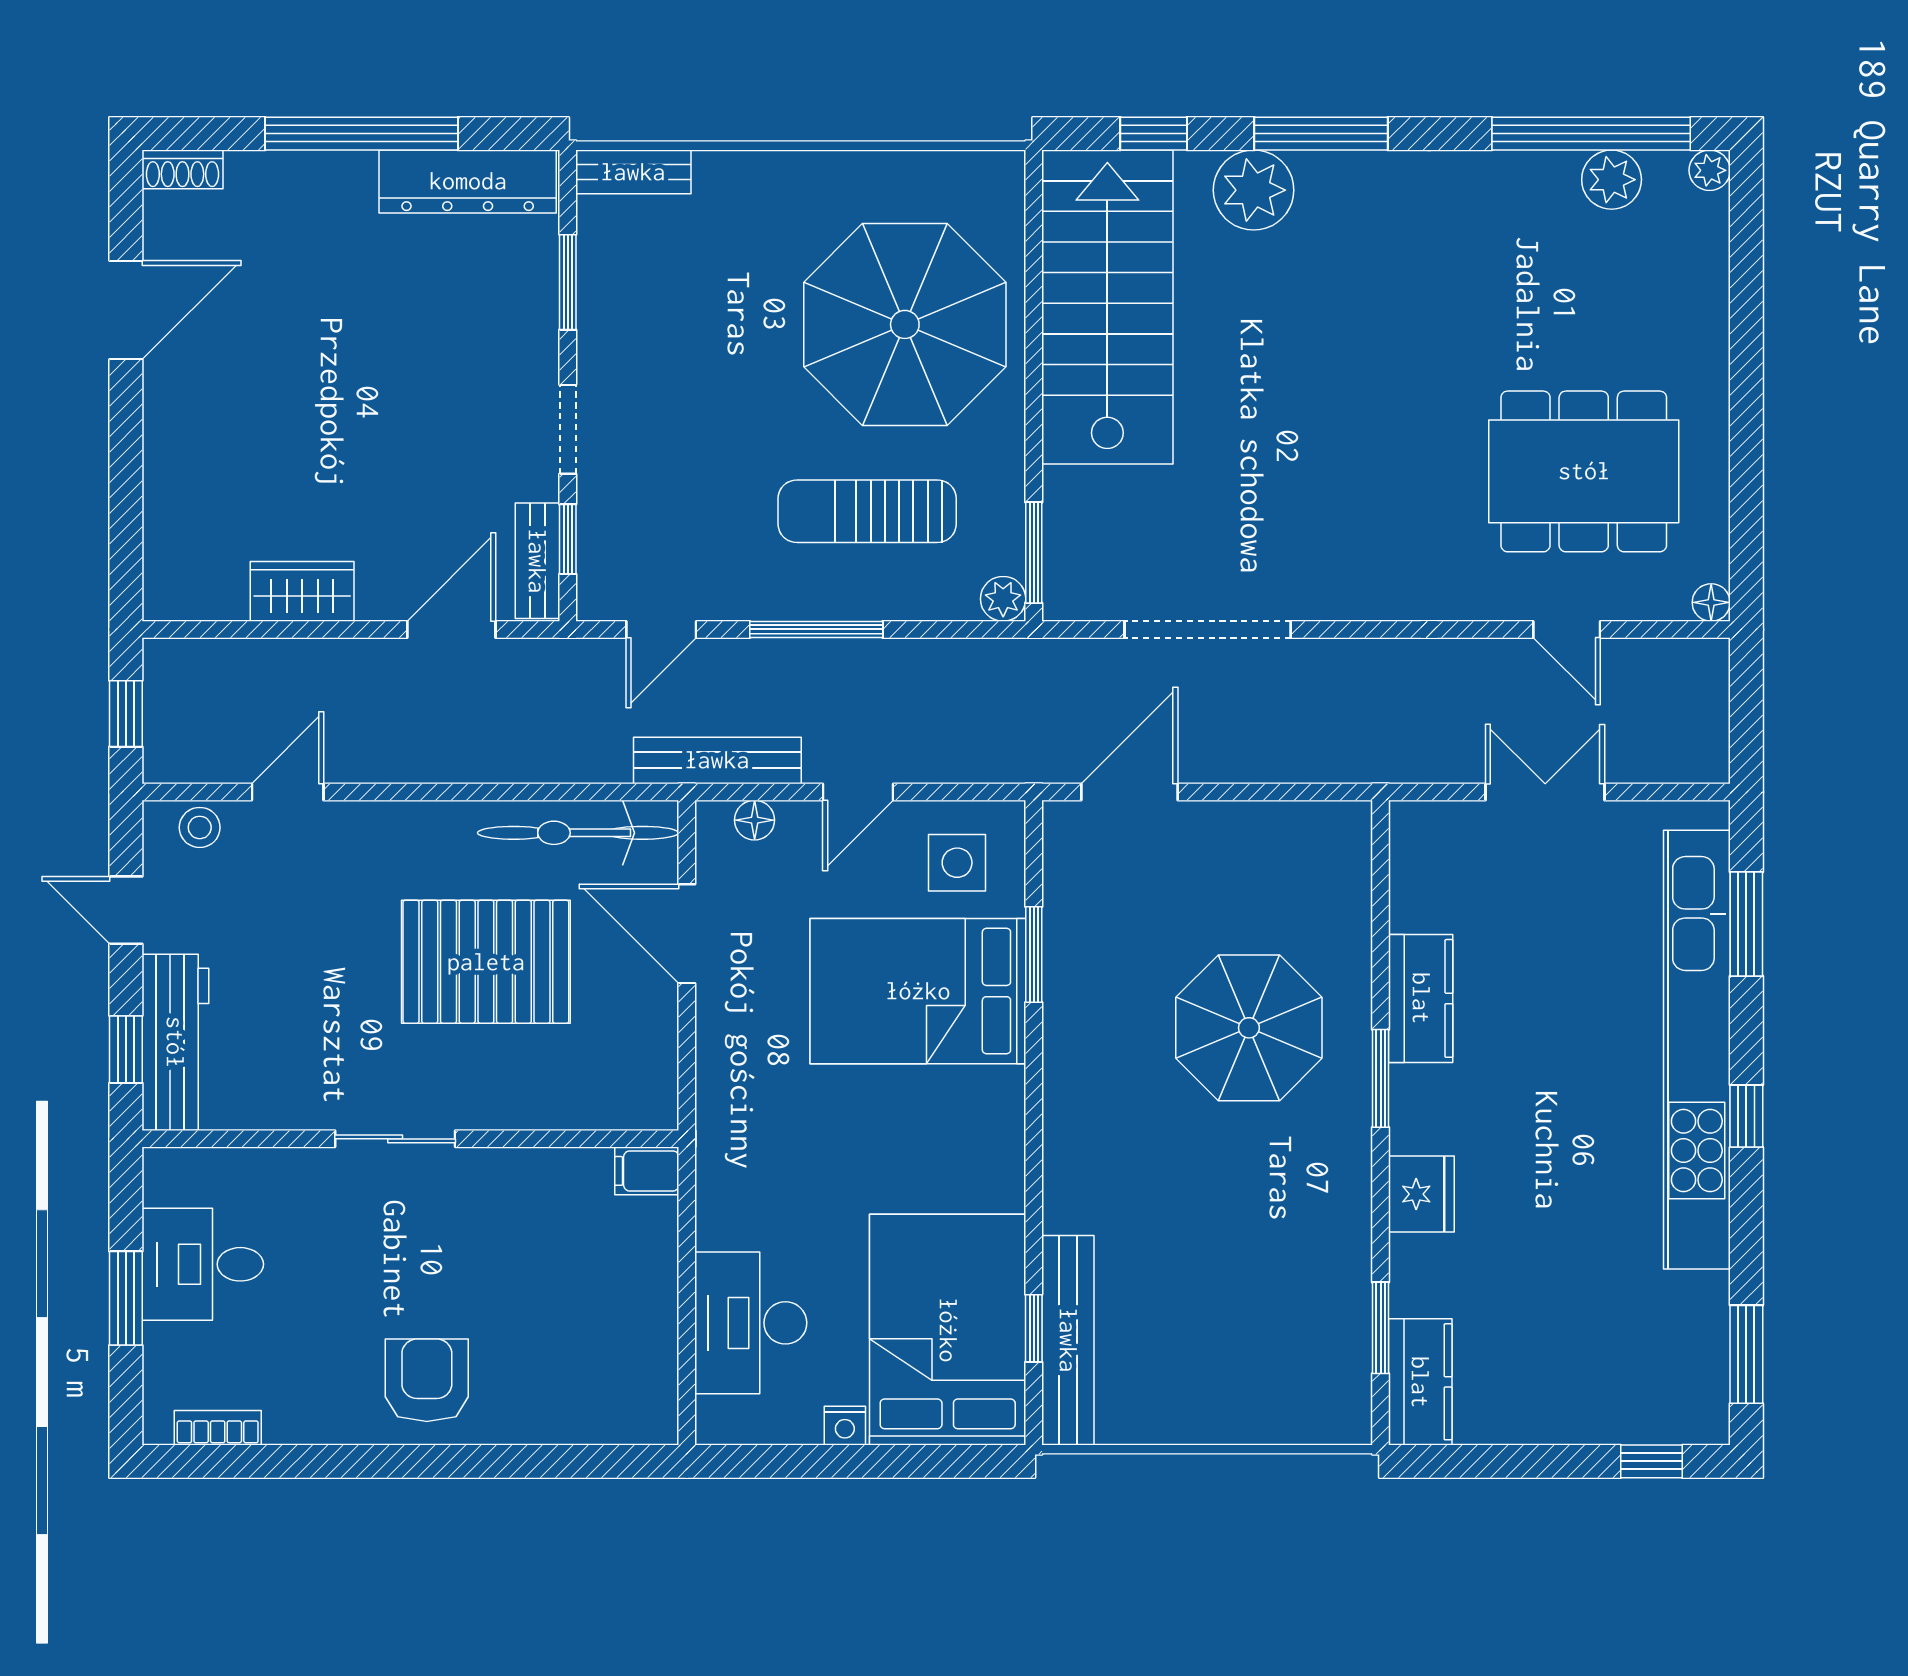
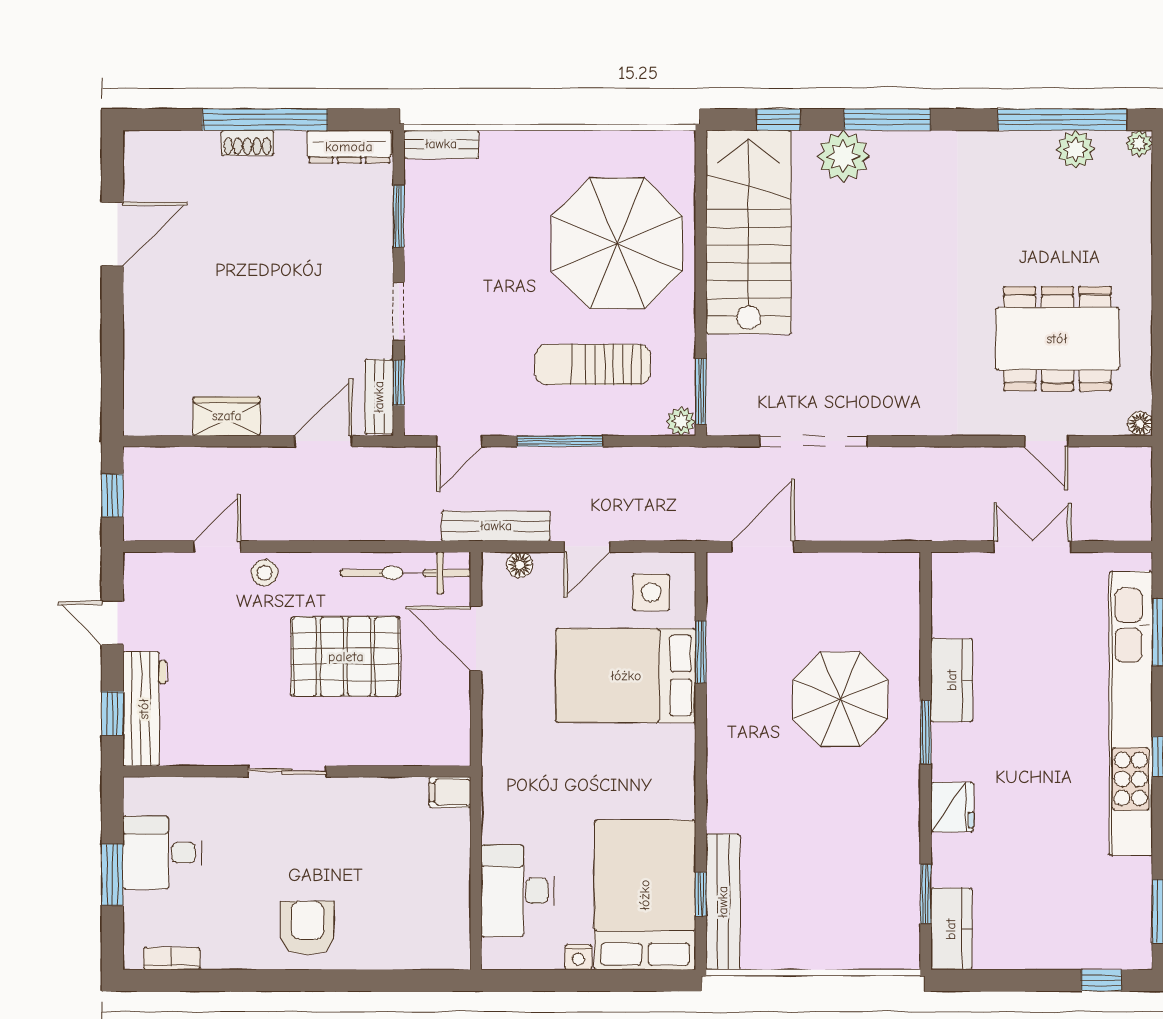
shoe rack: (183, 169) -> (247, 143), moved
dresser: (468, 181) -> (349, 147), width x0.73, depth x0.80
stool: (200, 827) -> (265, 573), moved

